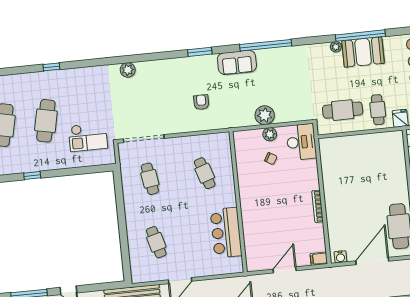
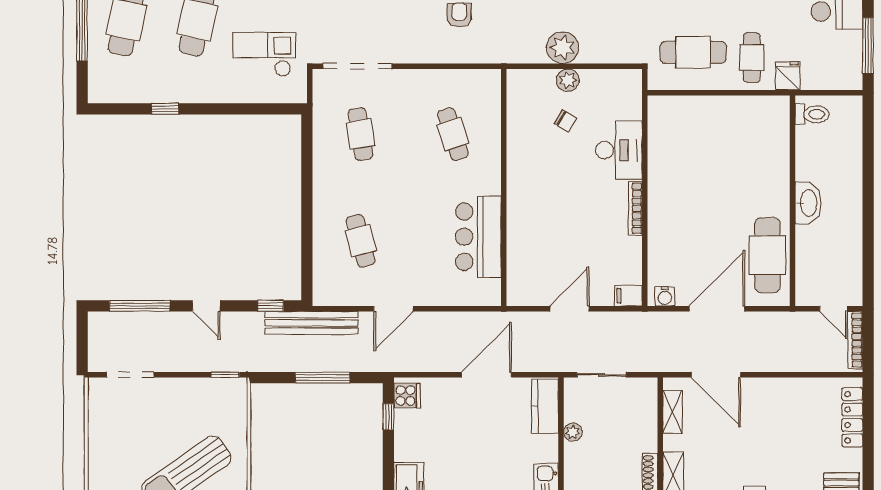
checkout: (88, 137) -> (264, 54), turned 180
desk: (301, 142) -> (619, 150), moved
window: (107, 286) -> (271, 306), added

